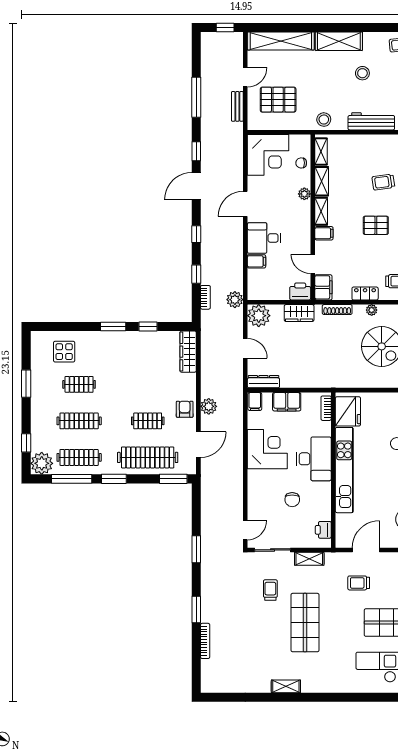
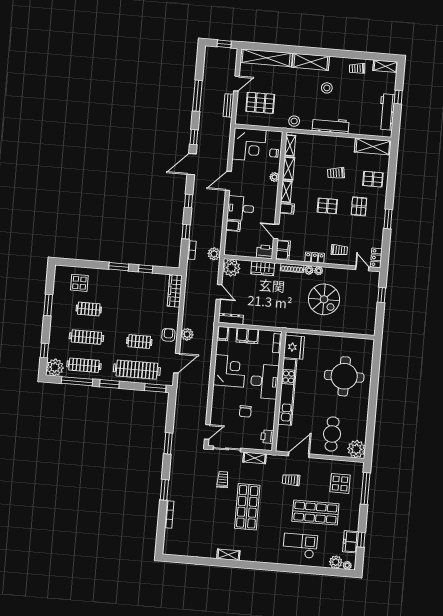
plant: (359, 310) -> (309, 270), added

